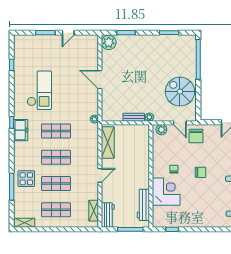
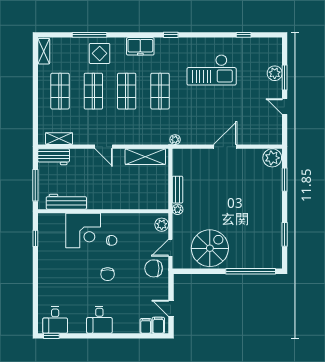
plant: (42, 40) -> (275, 73), added
freezer: (21, 130) -> (140, 46), moved

